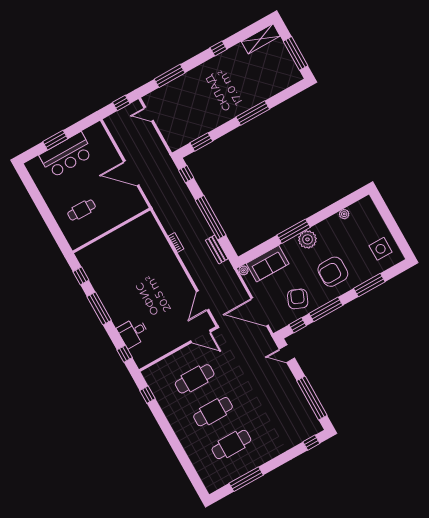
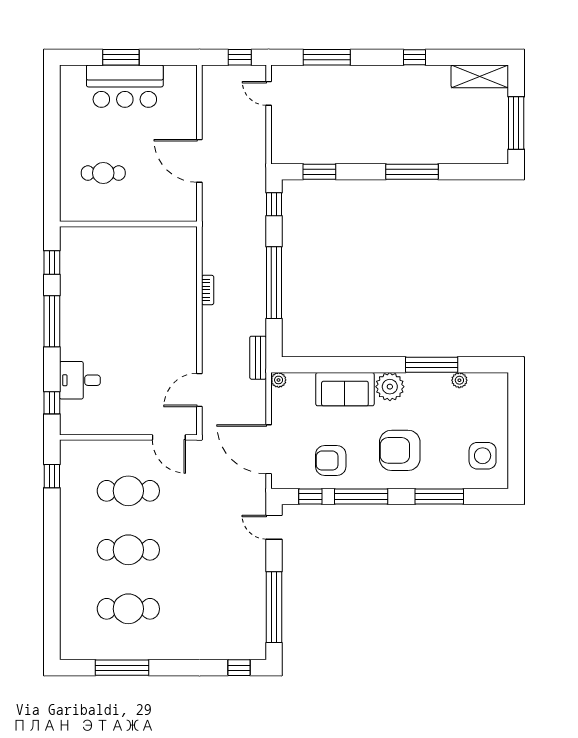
window: (294, 231) -> (432, 365), moved
bench: (217, 249) -> (258, 358), moved
sofa: (268, 264) -> (345, 389), moved
armchair: (298, 299) -> (331, 461), turned -113

